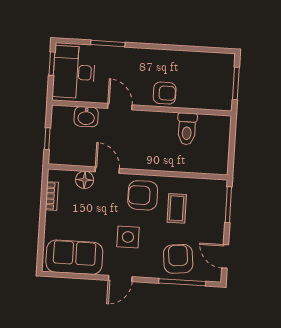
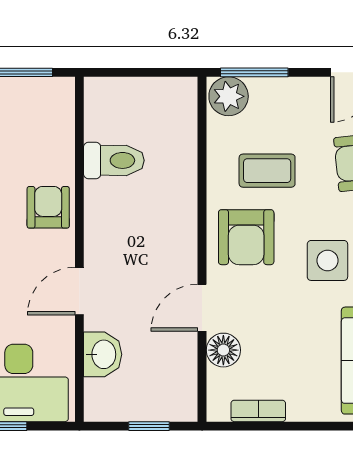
plant: (217, 191) -> (229, 96), added

